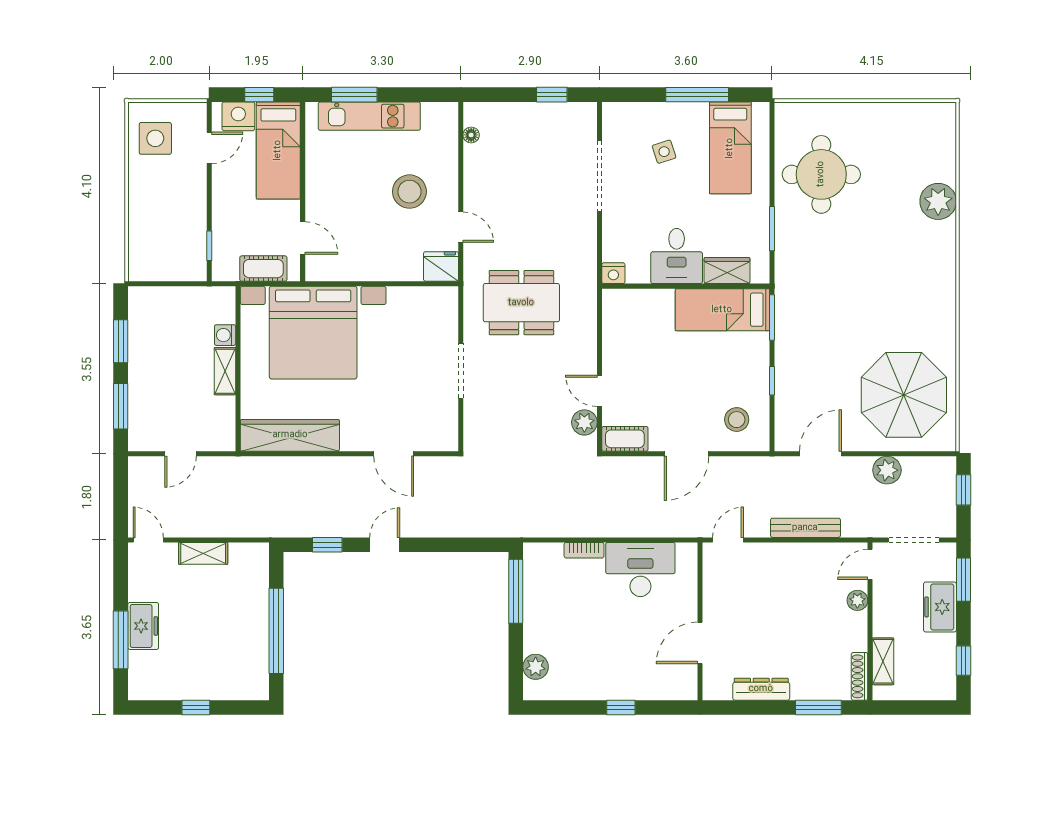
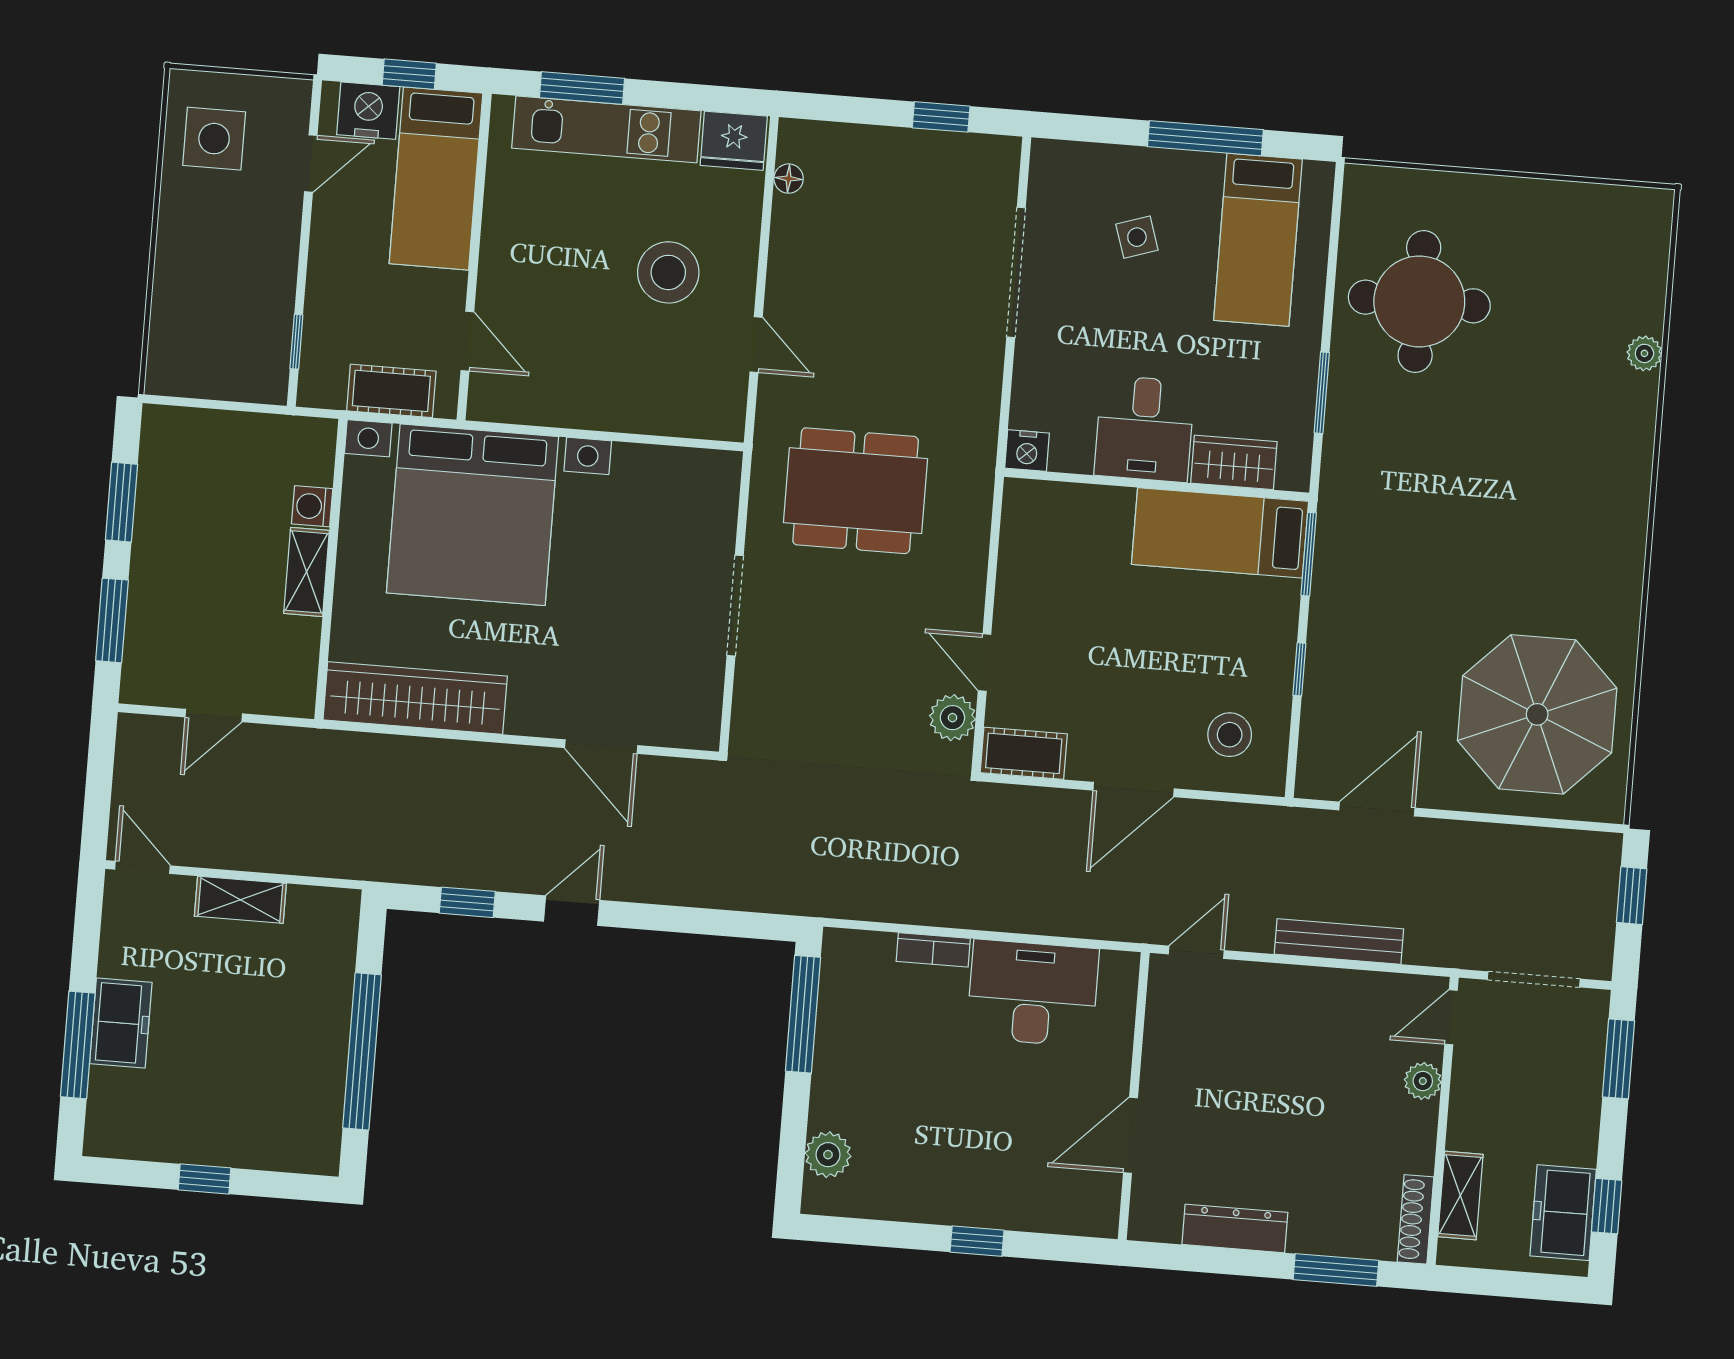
plant: (938, 201) -> (1644, 353), width x0.53, depth x0.53
fridge: (441, 266) -> (734, 141), moved, turned 180
plant: (887, 470) -> (1496, 849), removed
freezer: (940, 607) -> (1563, 1213), moved

